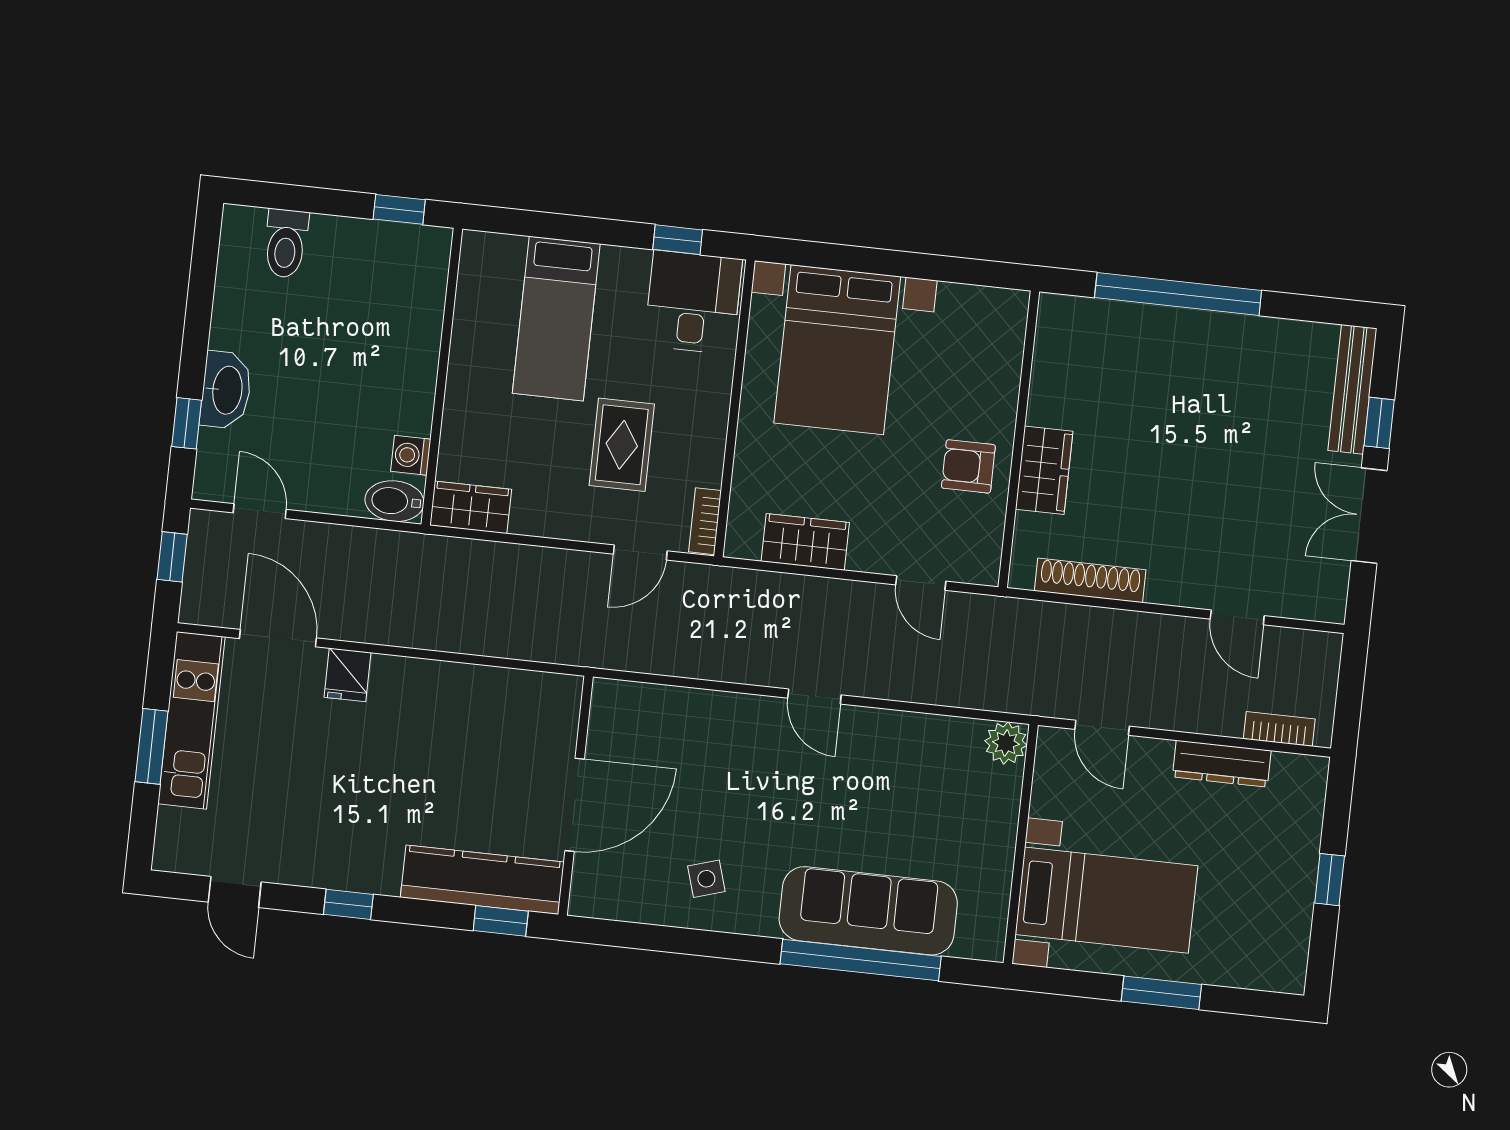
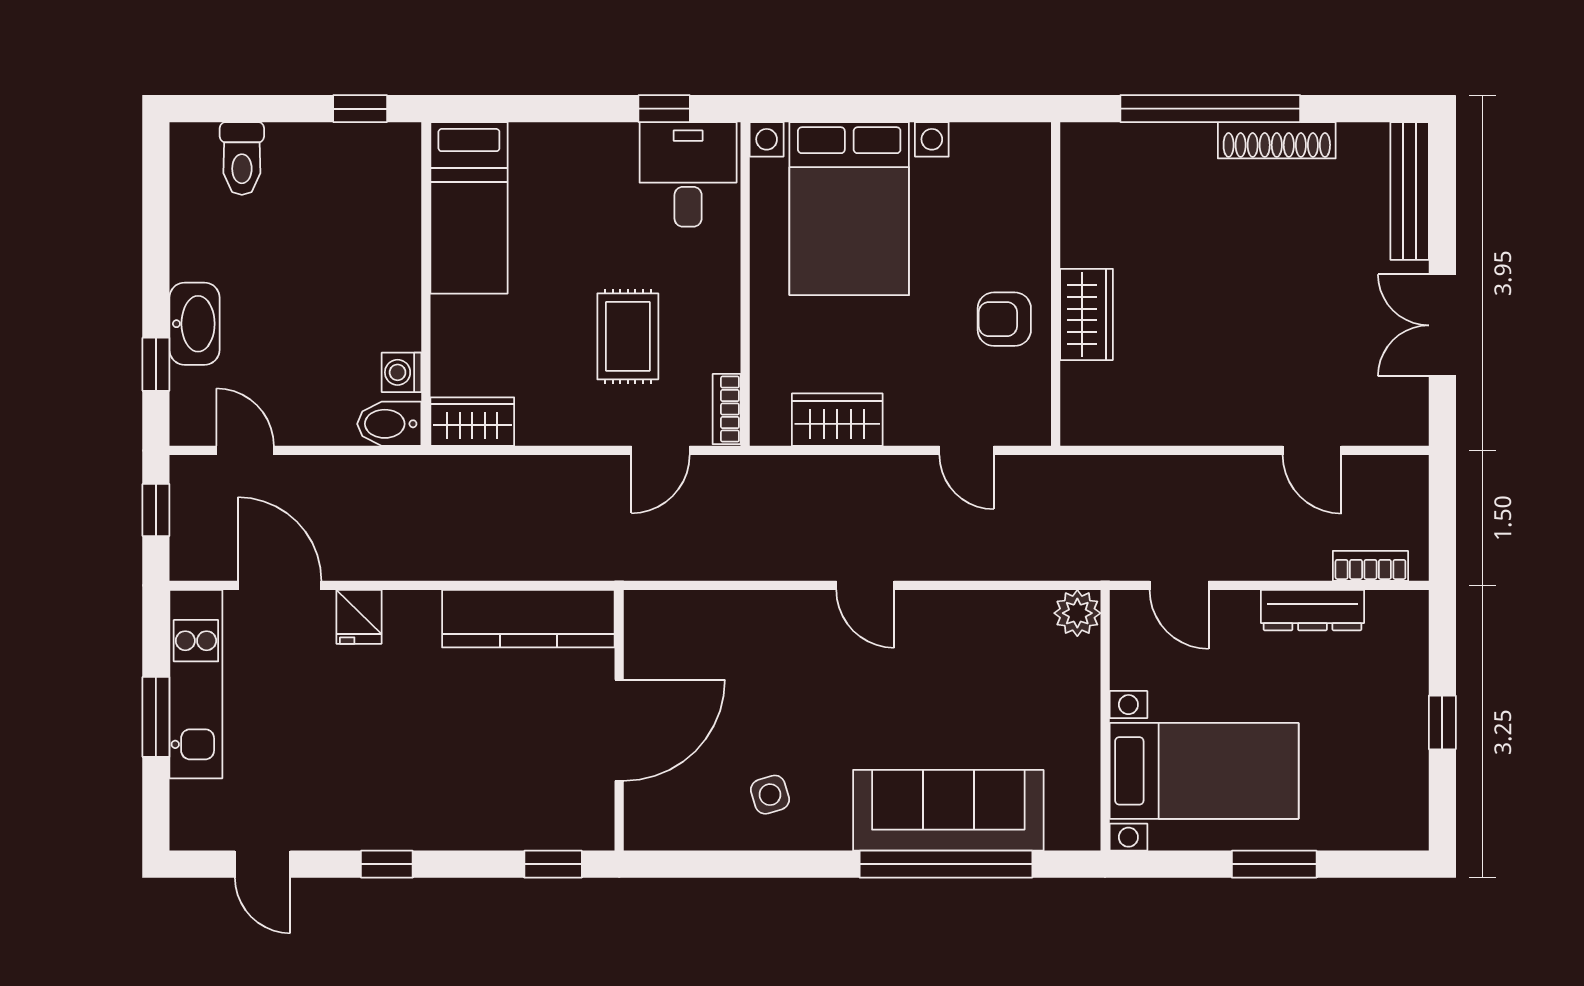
bed: (556, 319) -> (469, 208), moved
window: (1379, 423) -> (1442, 224), removed
shoe rack: (1090, 580) -> (1277, 140), moved, turned 180
kitchen counter: (482, 880) -> (528, 619), moved, turned 180

